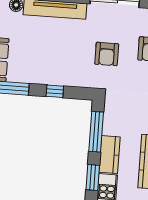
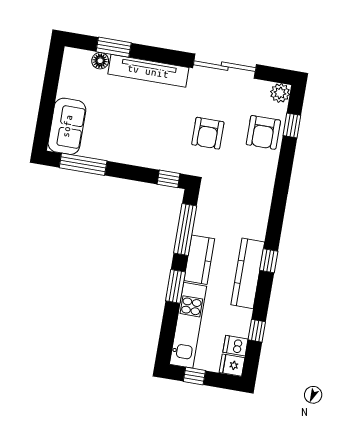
window: (55, 91) -> (169, 179), moved

